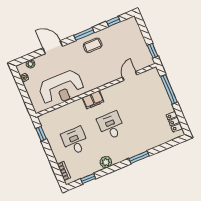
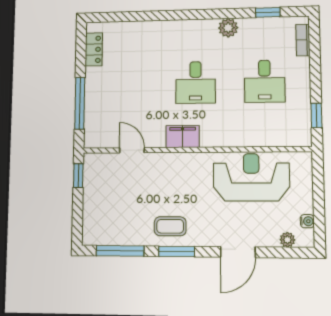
window: (113, 22) -> (120, 251), width x2.17
door: (53, 47) -> (238, 252), hinge flipped
door: (130, 76) -> (132, 150), swing flipped
filing cabinet: (93, 100) -> (183, 136), moved
window: (139, 157) -> (172, 15), removed

